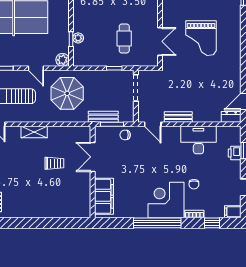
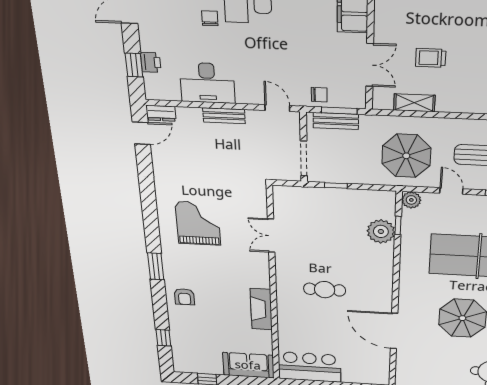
plant: (78, 38) -> (381, 231), width x1.87, depth x1.87
grand piano: (201, 38) -> (198, 223), moved
cafe table: (124, 39) -> (322, 222), removed
double door: (160, 41) -> (271, 236), moved
bench: (103, 117) -> (336, 121), moved
bench: (178, 117) -> (224, 116), moved
shelving: (34, 132) -> (414, 103), moved

